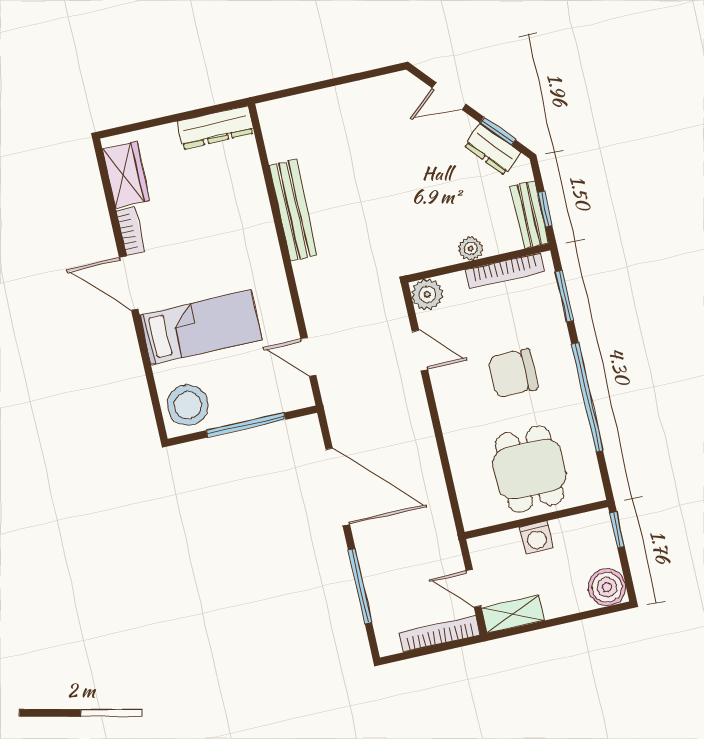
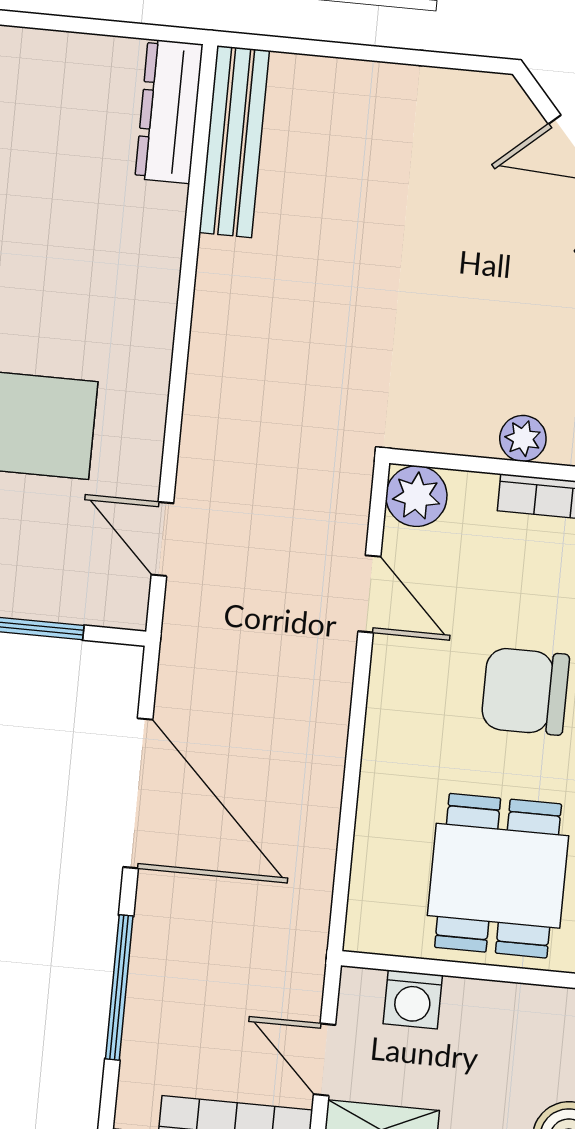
dresser: (215, 127) -> (169, 111), moved, turned 90
bench: (293, 210) -> (234, 142), moved
washing machine: (536, 538) -> (413, 999), moved

